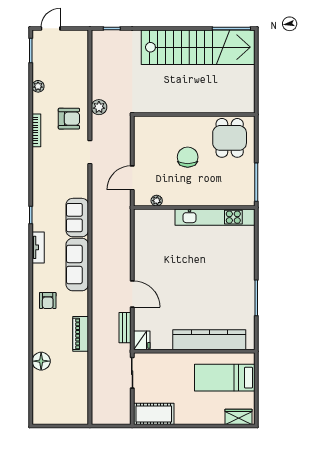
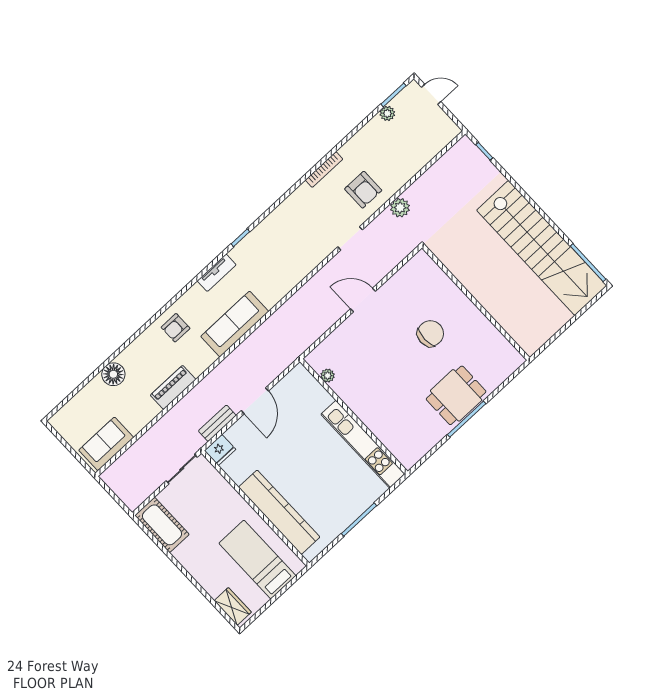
plant: (38, 86) -> (387, 113), moved
dining table: (230, 138) -> (456, 395), moved
plant: (157, 201) -> (328, 376), moved
wall: (194, 208) -> (354, 416), moved
kitchen unit: (215, 217) -> (363, 444), moved
sofa: (77, 218) -> (106, 444), moved

